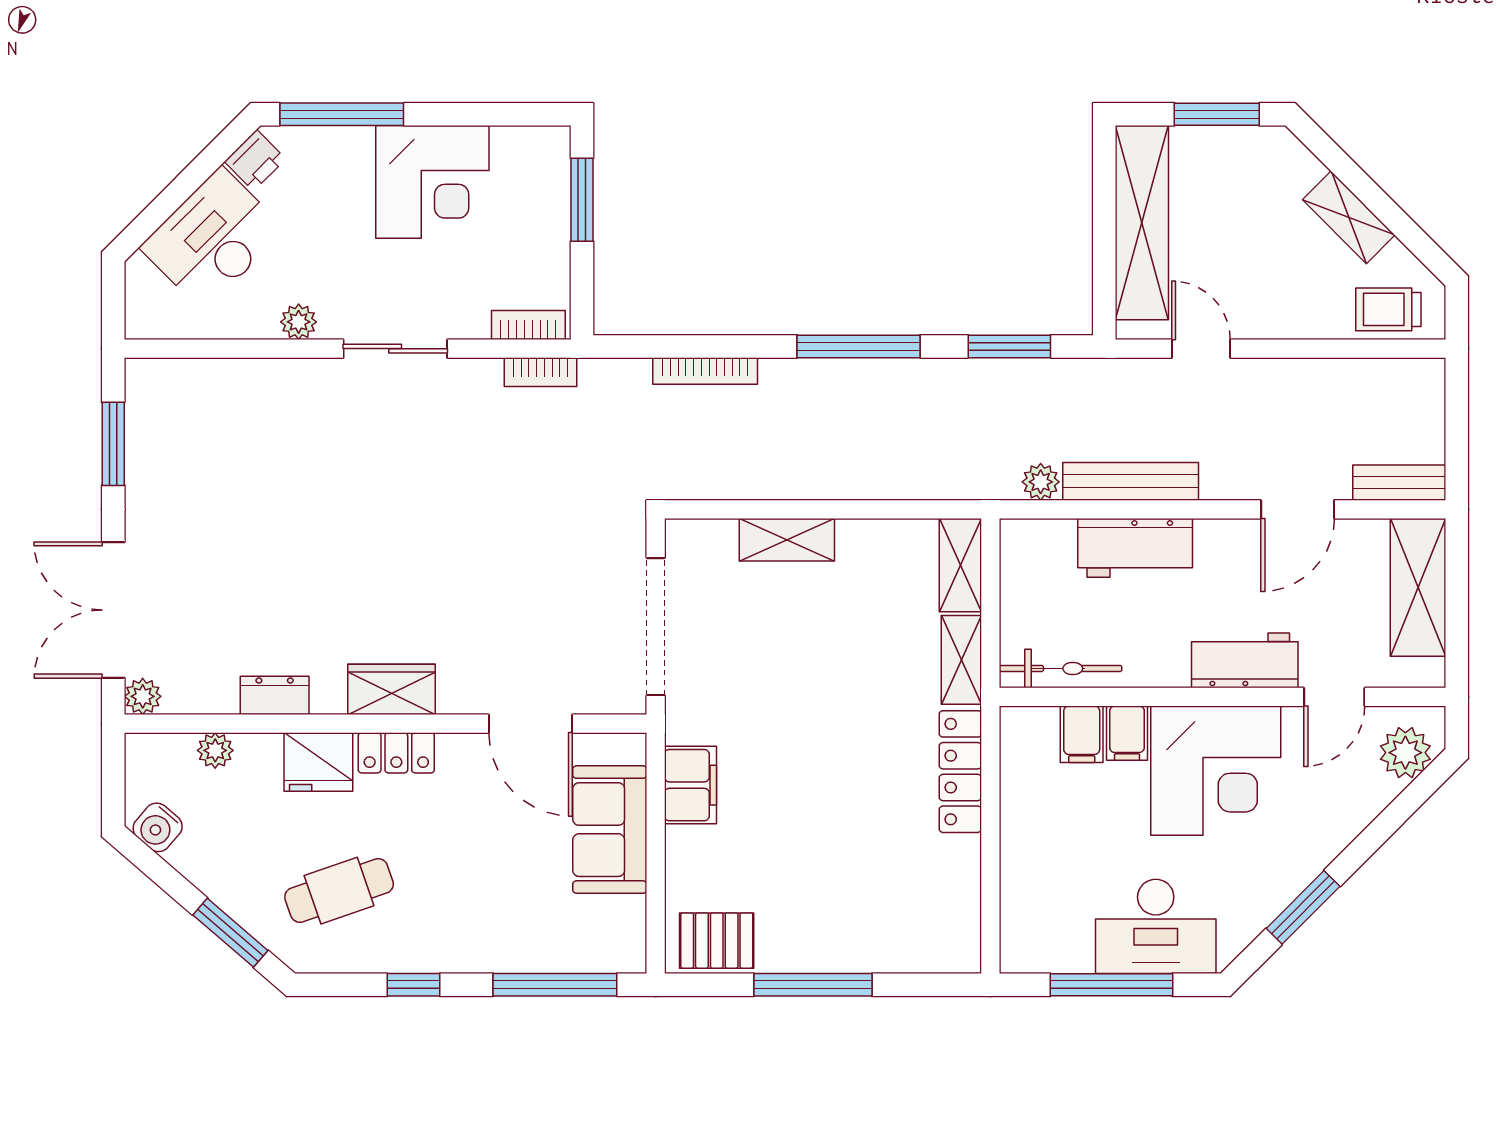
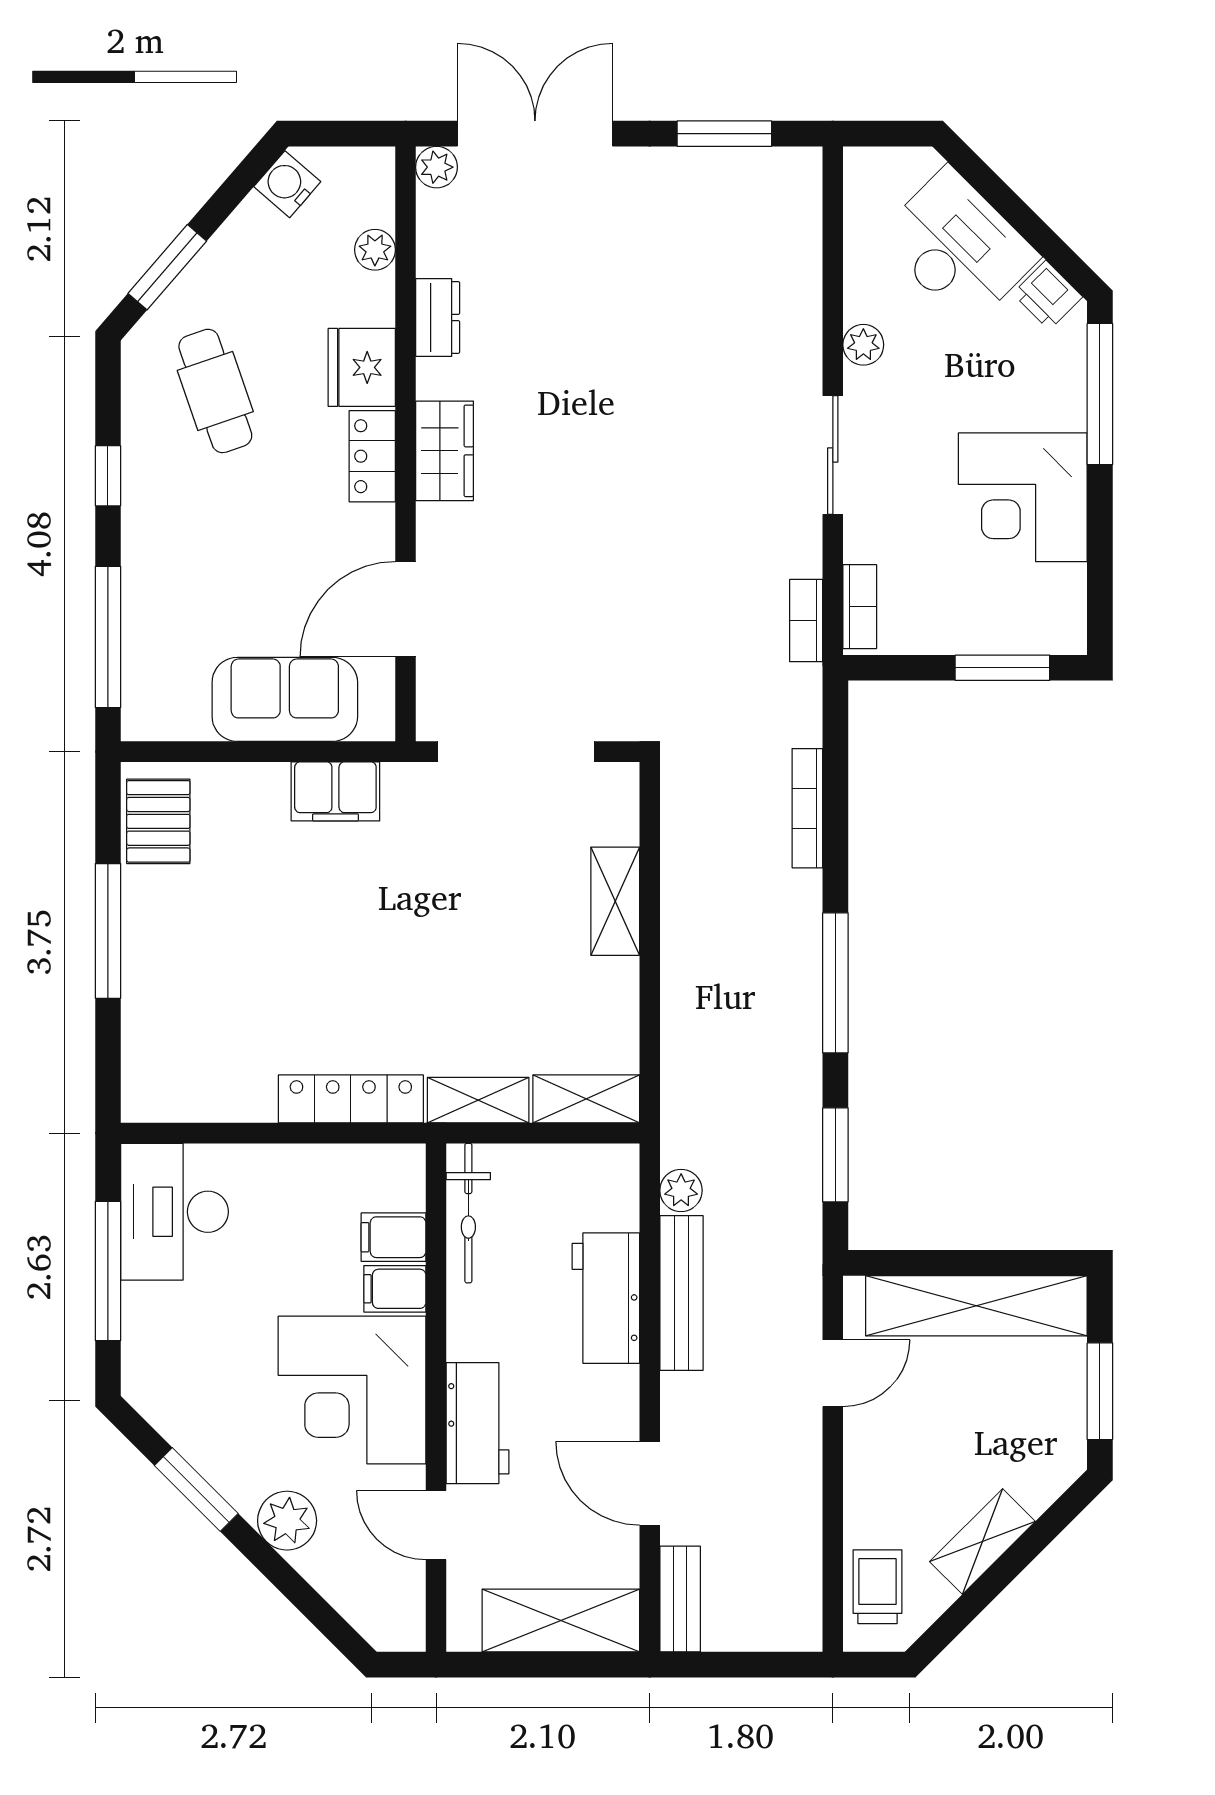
plant: (1405, 753) -> (287, 1521), moved
desk: (1156, 926) -> (174, 1212), moved

